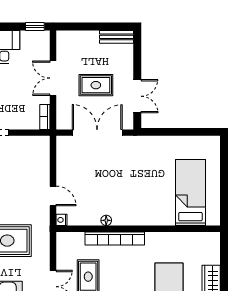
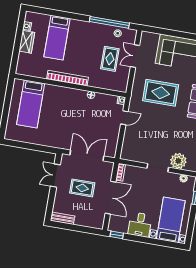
double door: (53, 78) -> (111, 198), width x1.37
double door: (97, 133) -> (87, 156), swing flipped
door: (53, 196) -> (124, 118), swing flipped
bookcase: (115, 238) -> (67, 78), moved

